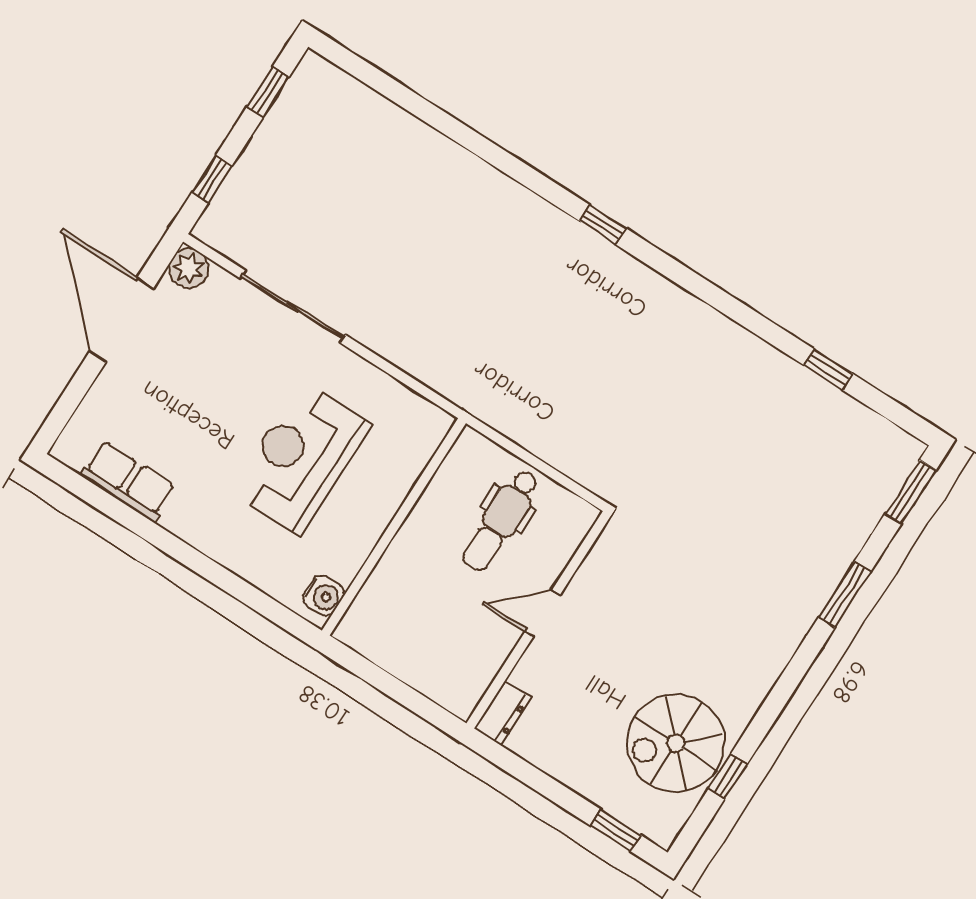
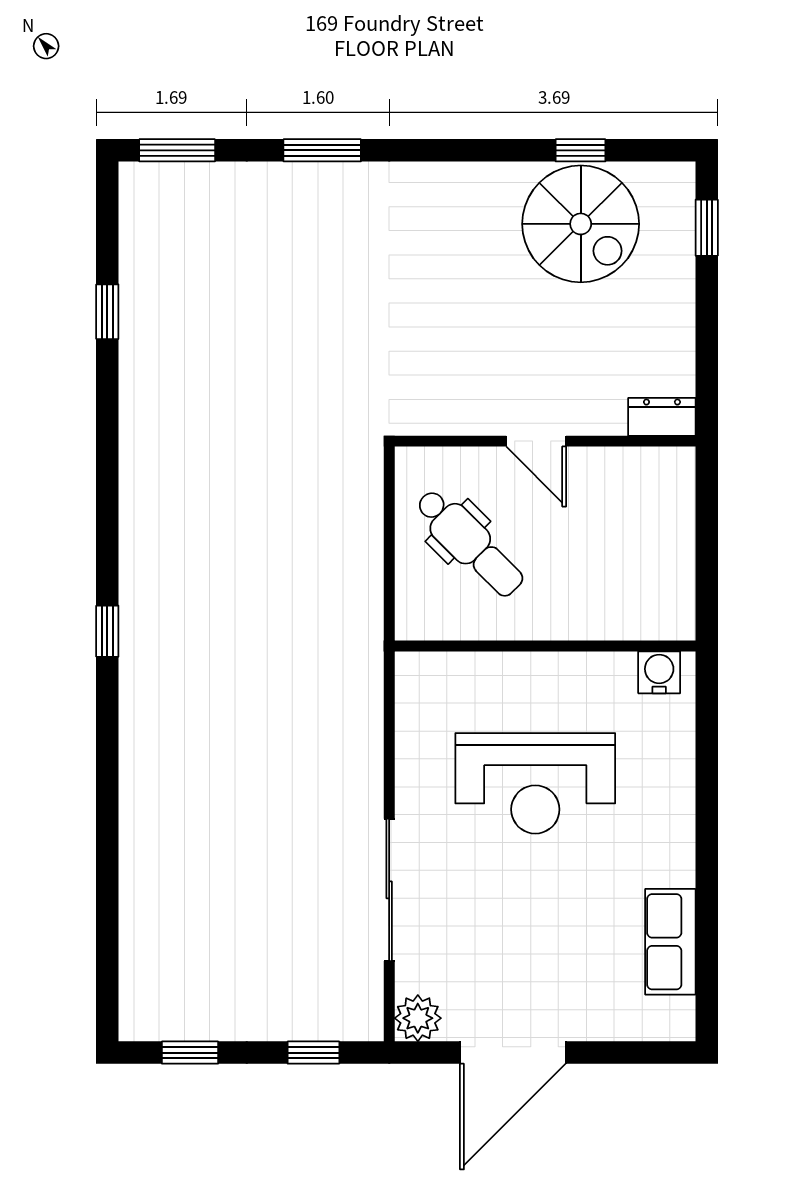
dental chair: (501, 520) -> (469, 543), turned 45

